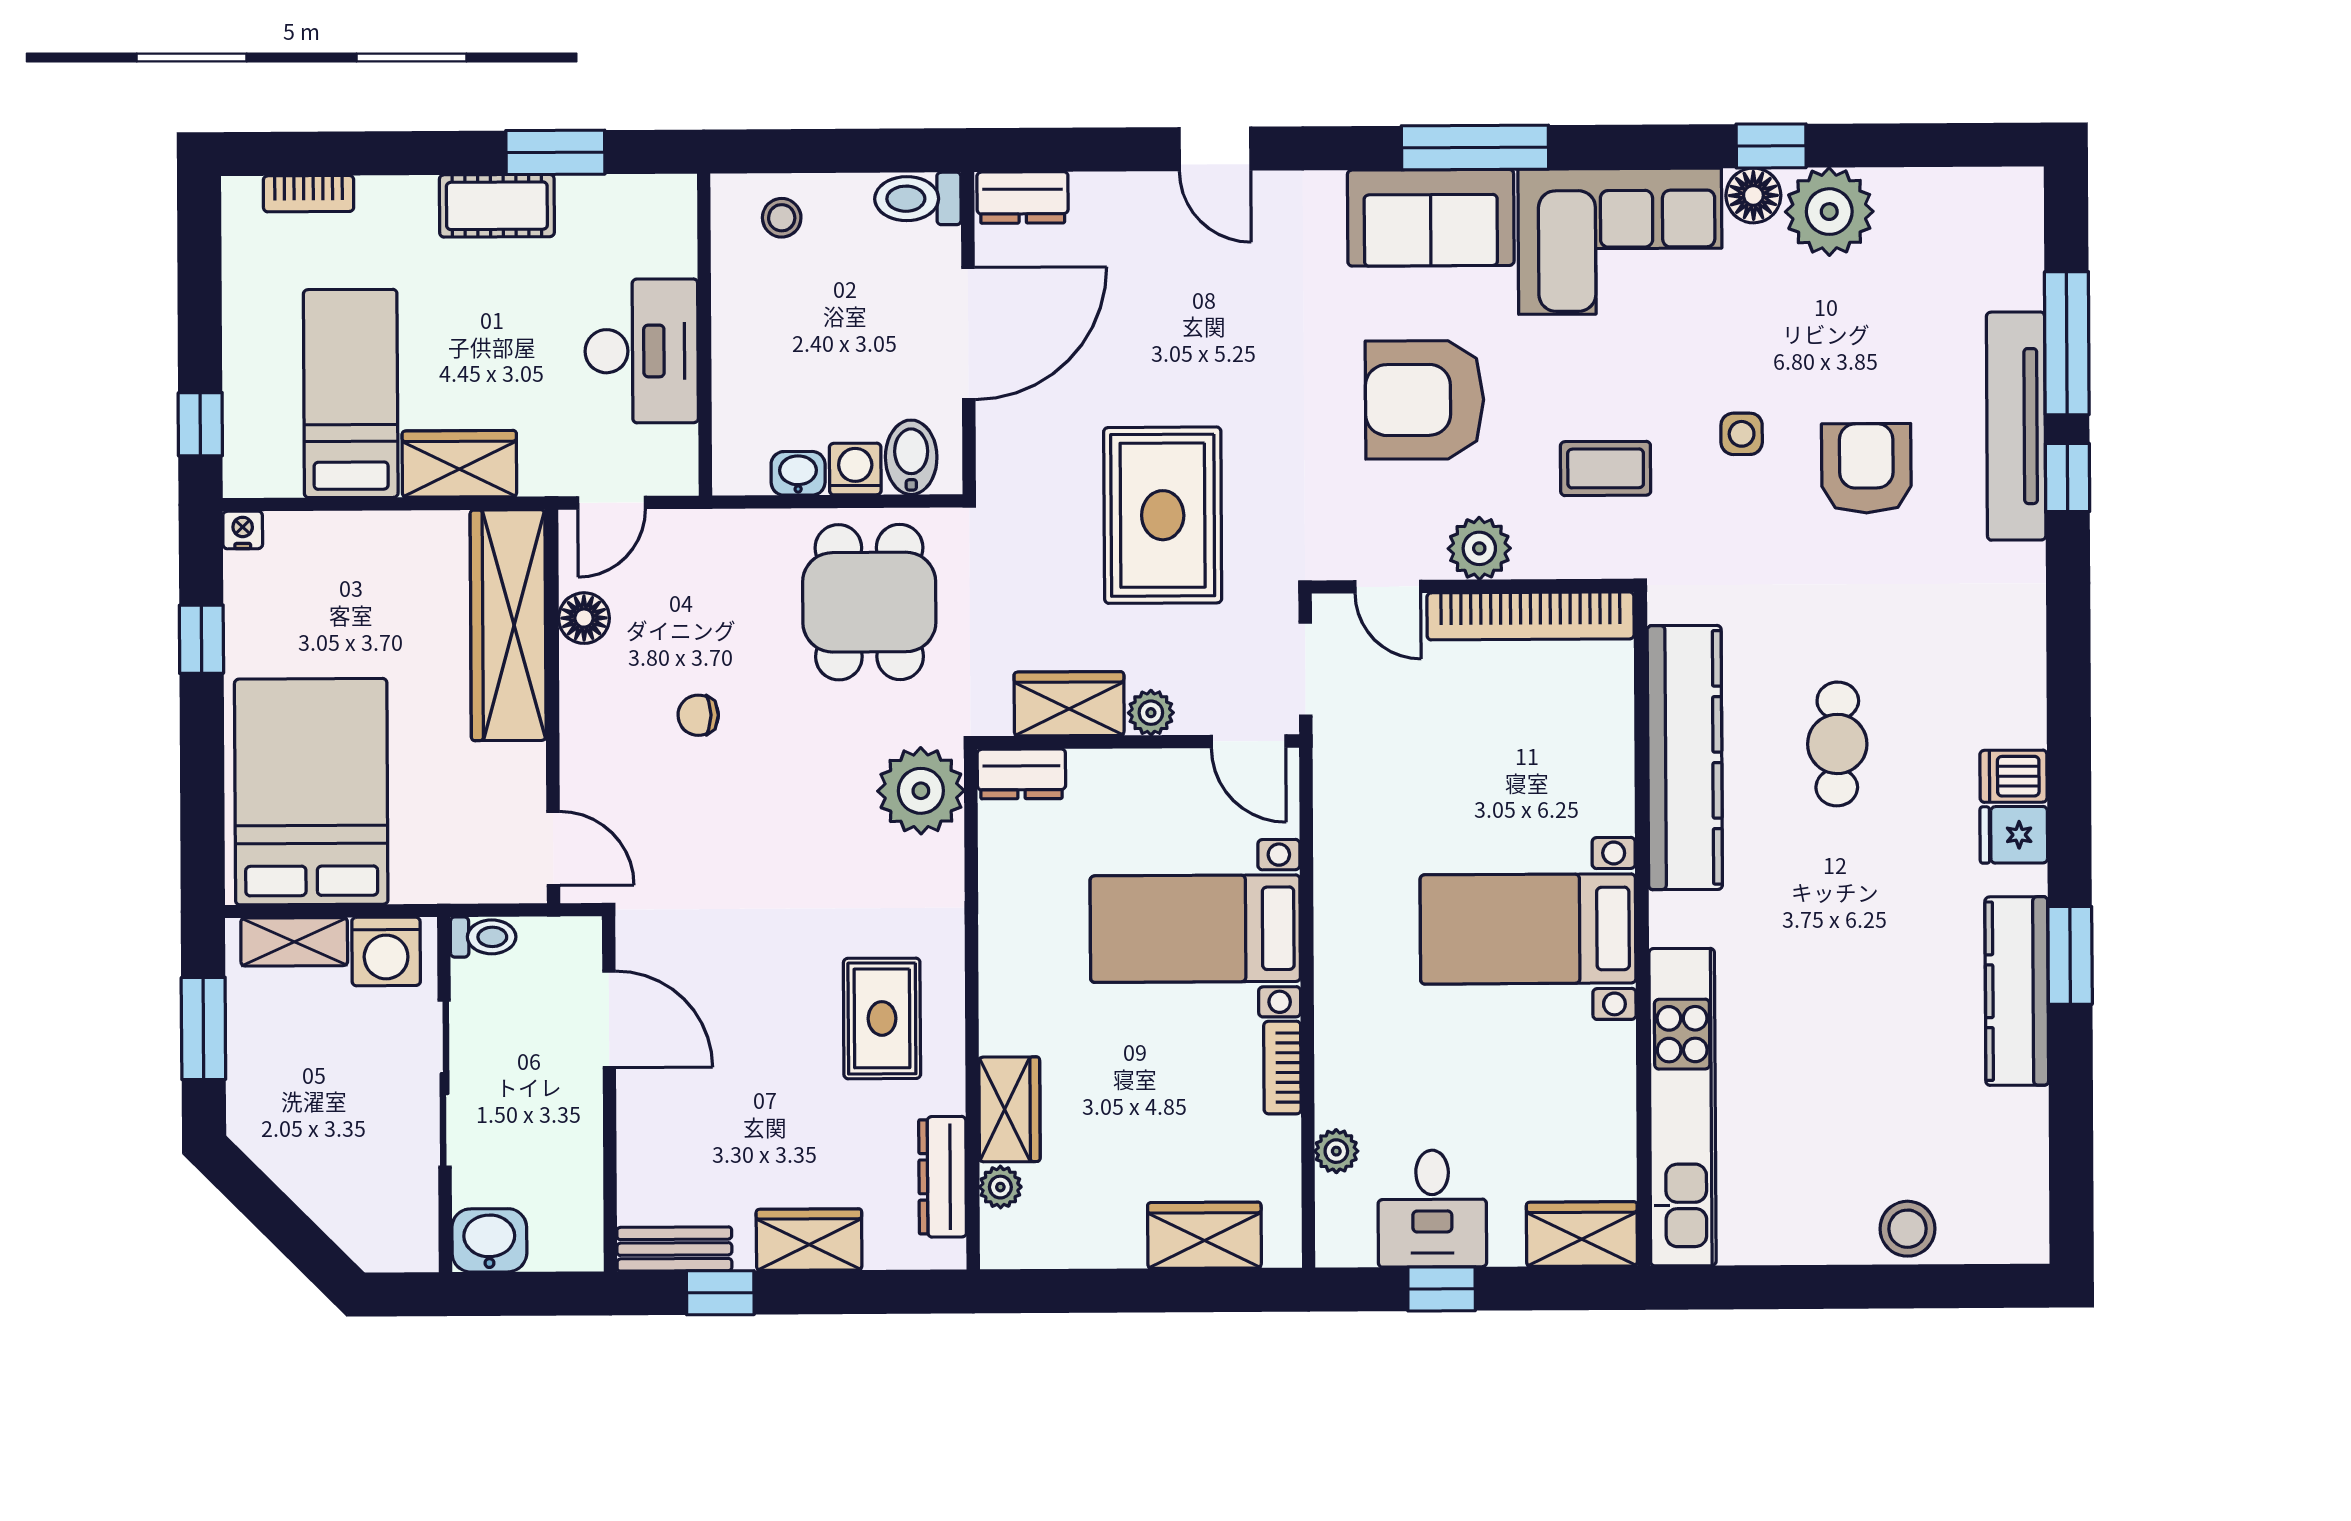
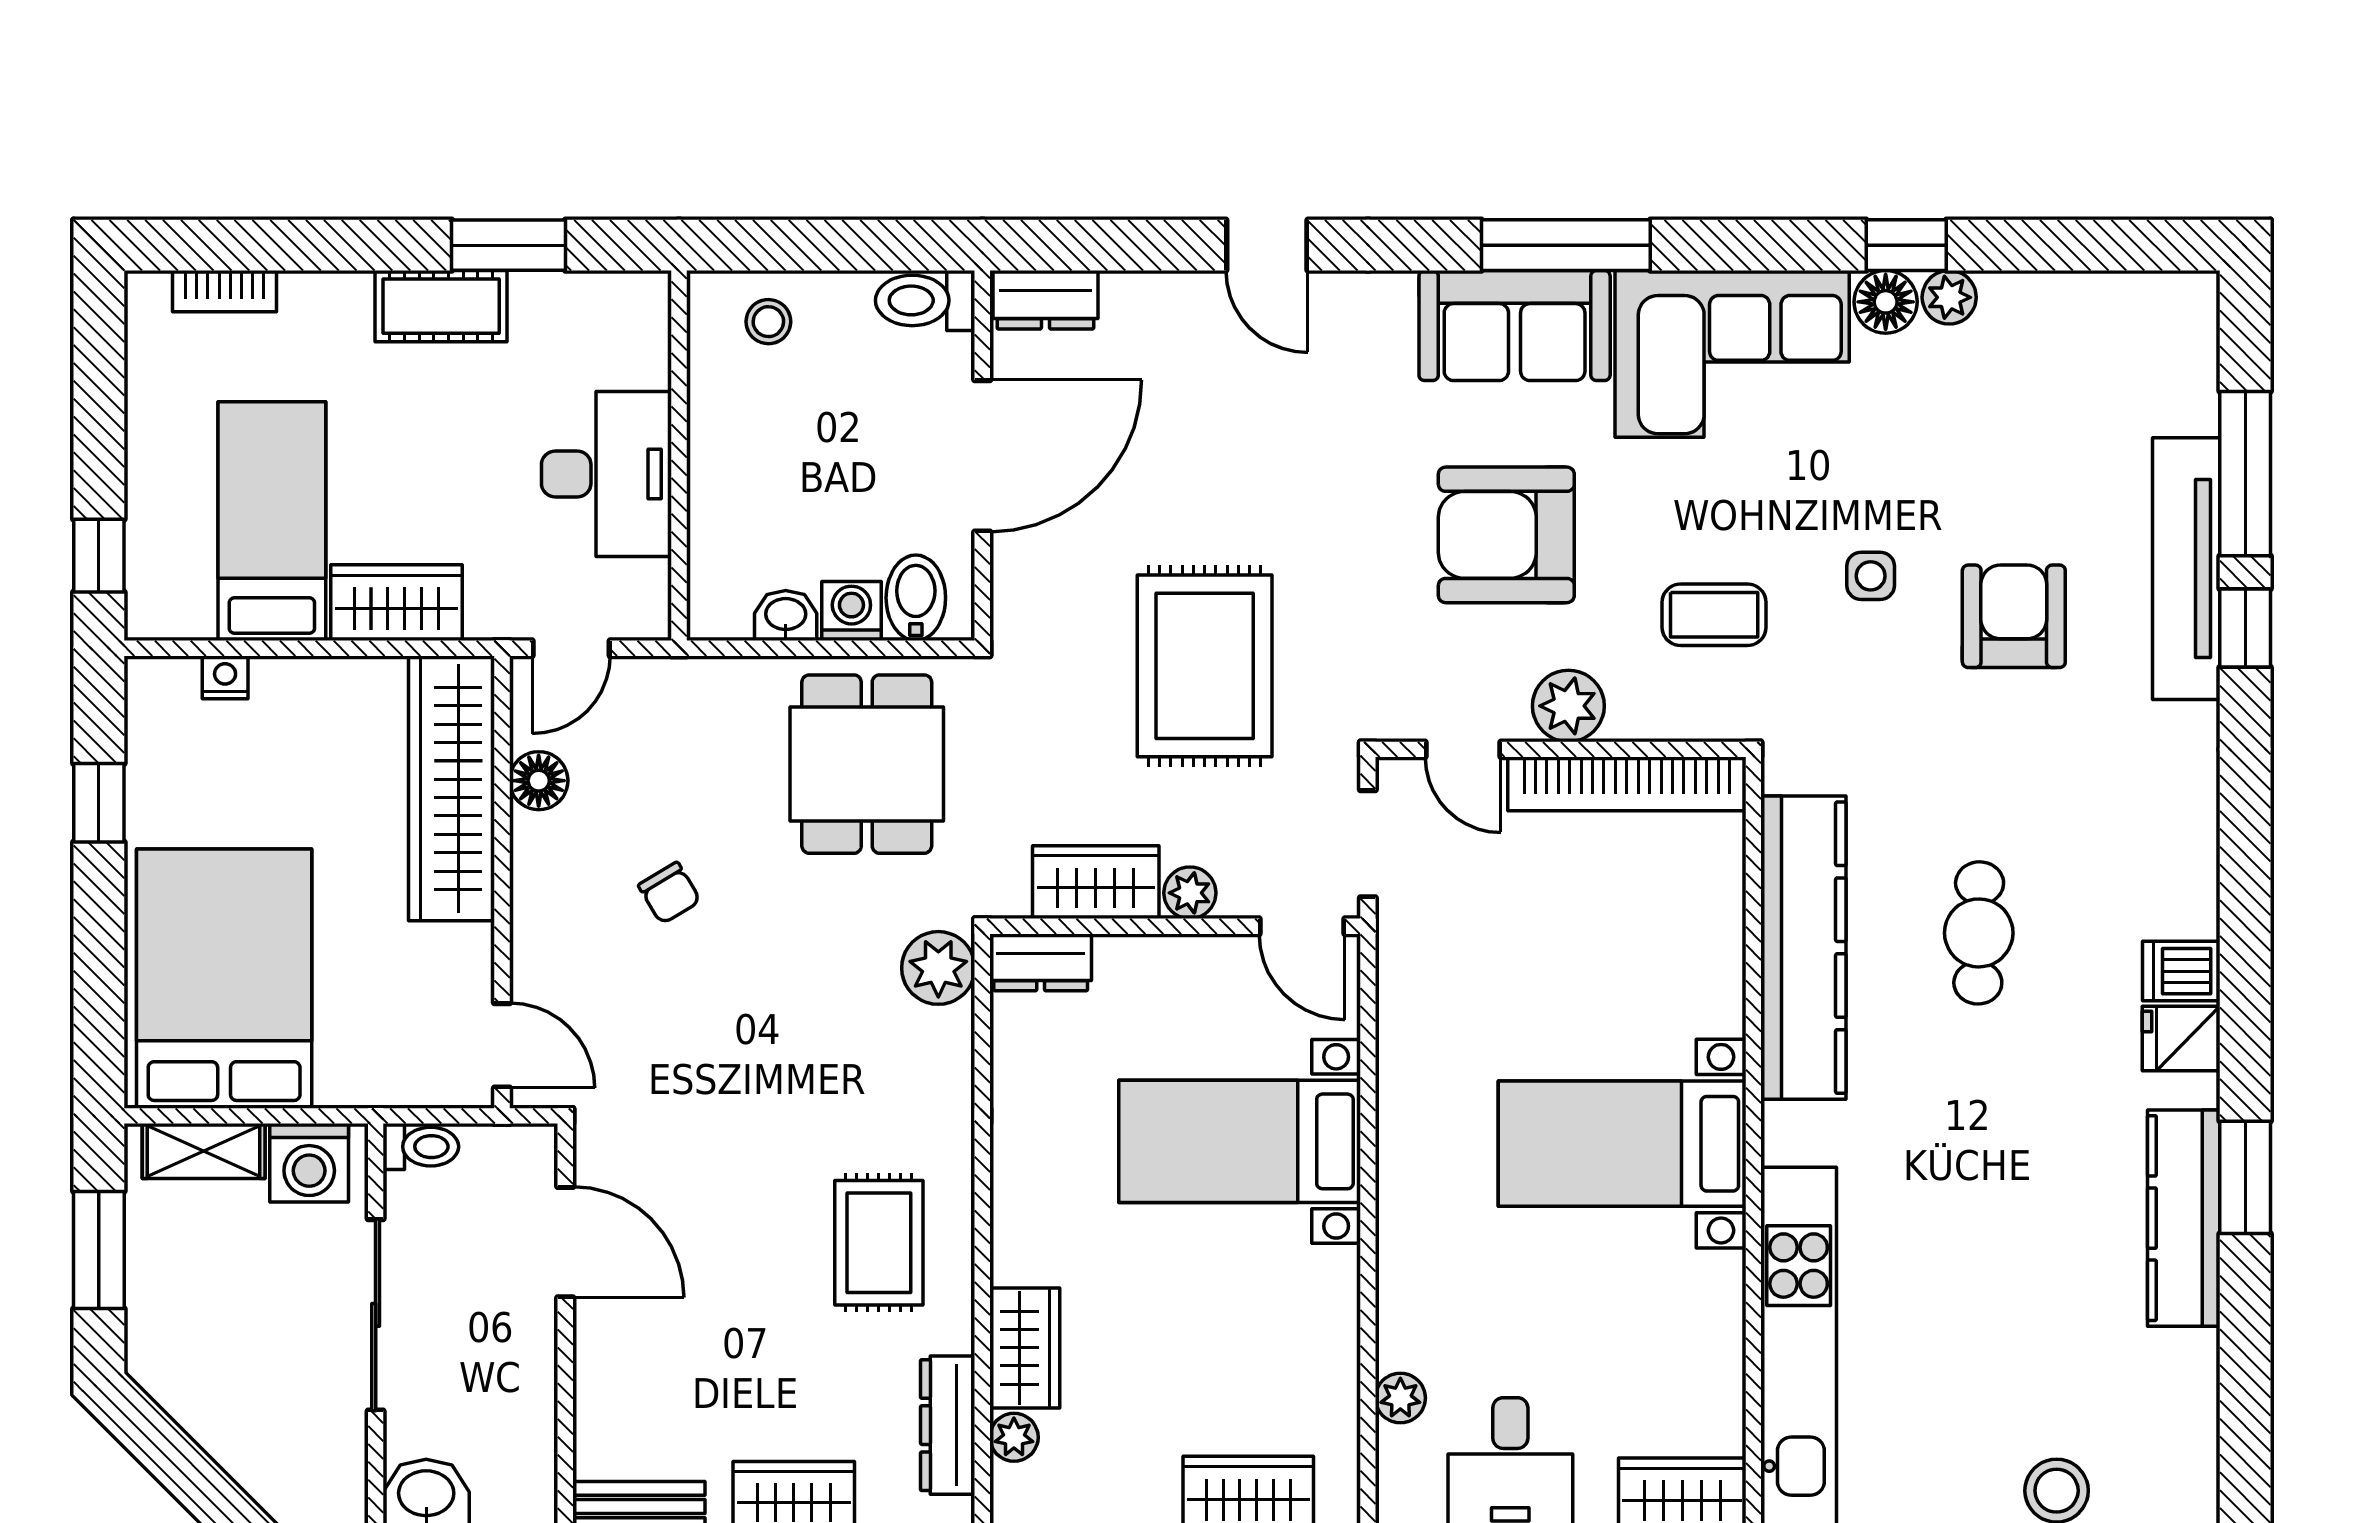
plant: (1829, 212) -> (1949, 297), width x0.53, depth x0.53
nightstand: (243, 530) -> (225, 677), moved
chair: (698, 715) -> (669, 893), turned -121
plant: (921, 791) -> (938, 968), width x0.73, depth x0.73
bookcase: (1282, 1068) -> (1339, 1302), removed

